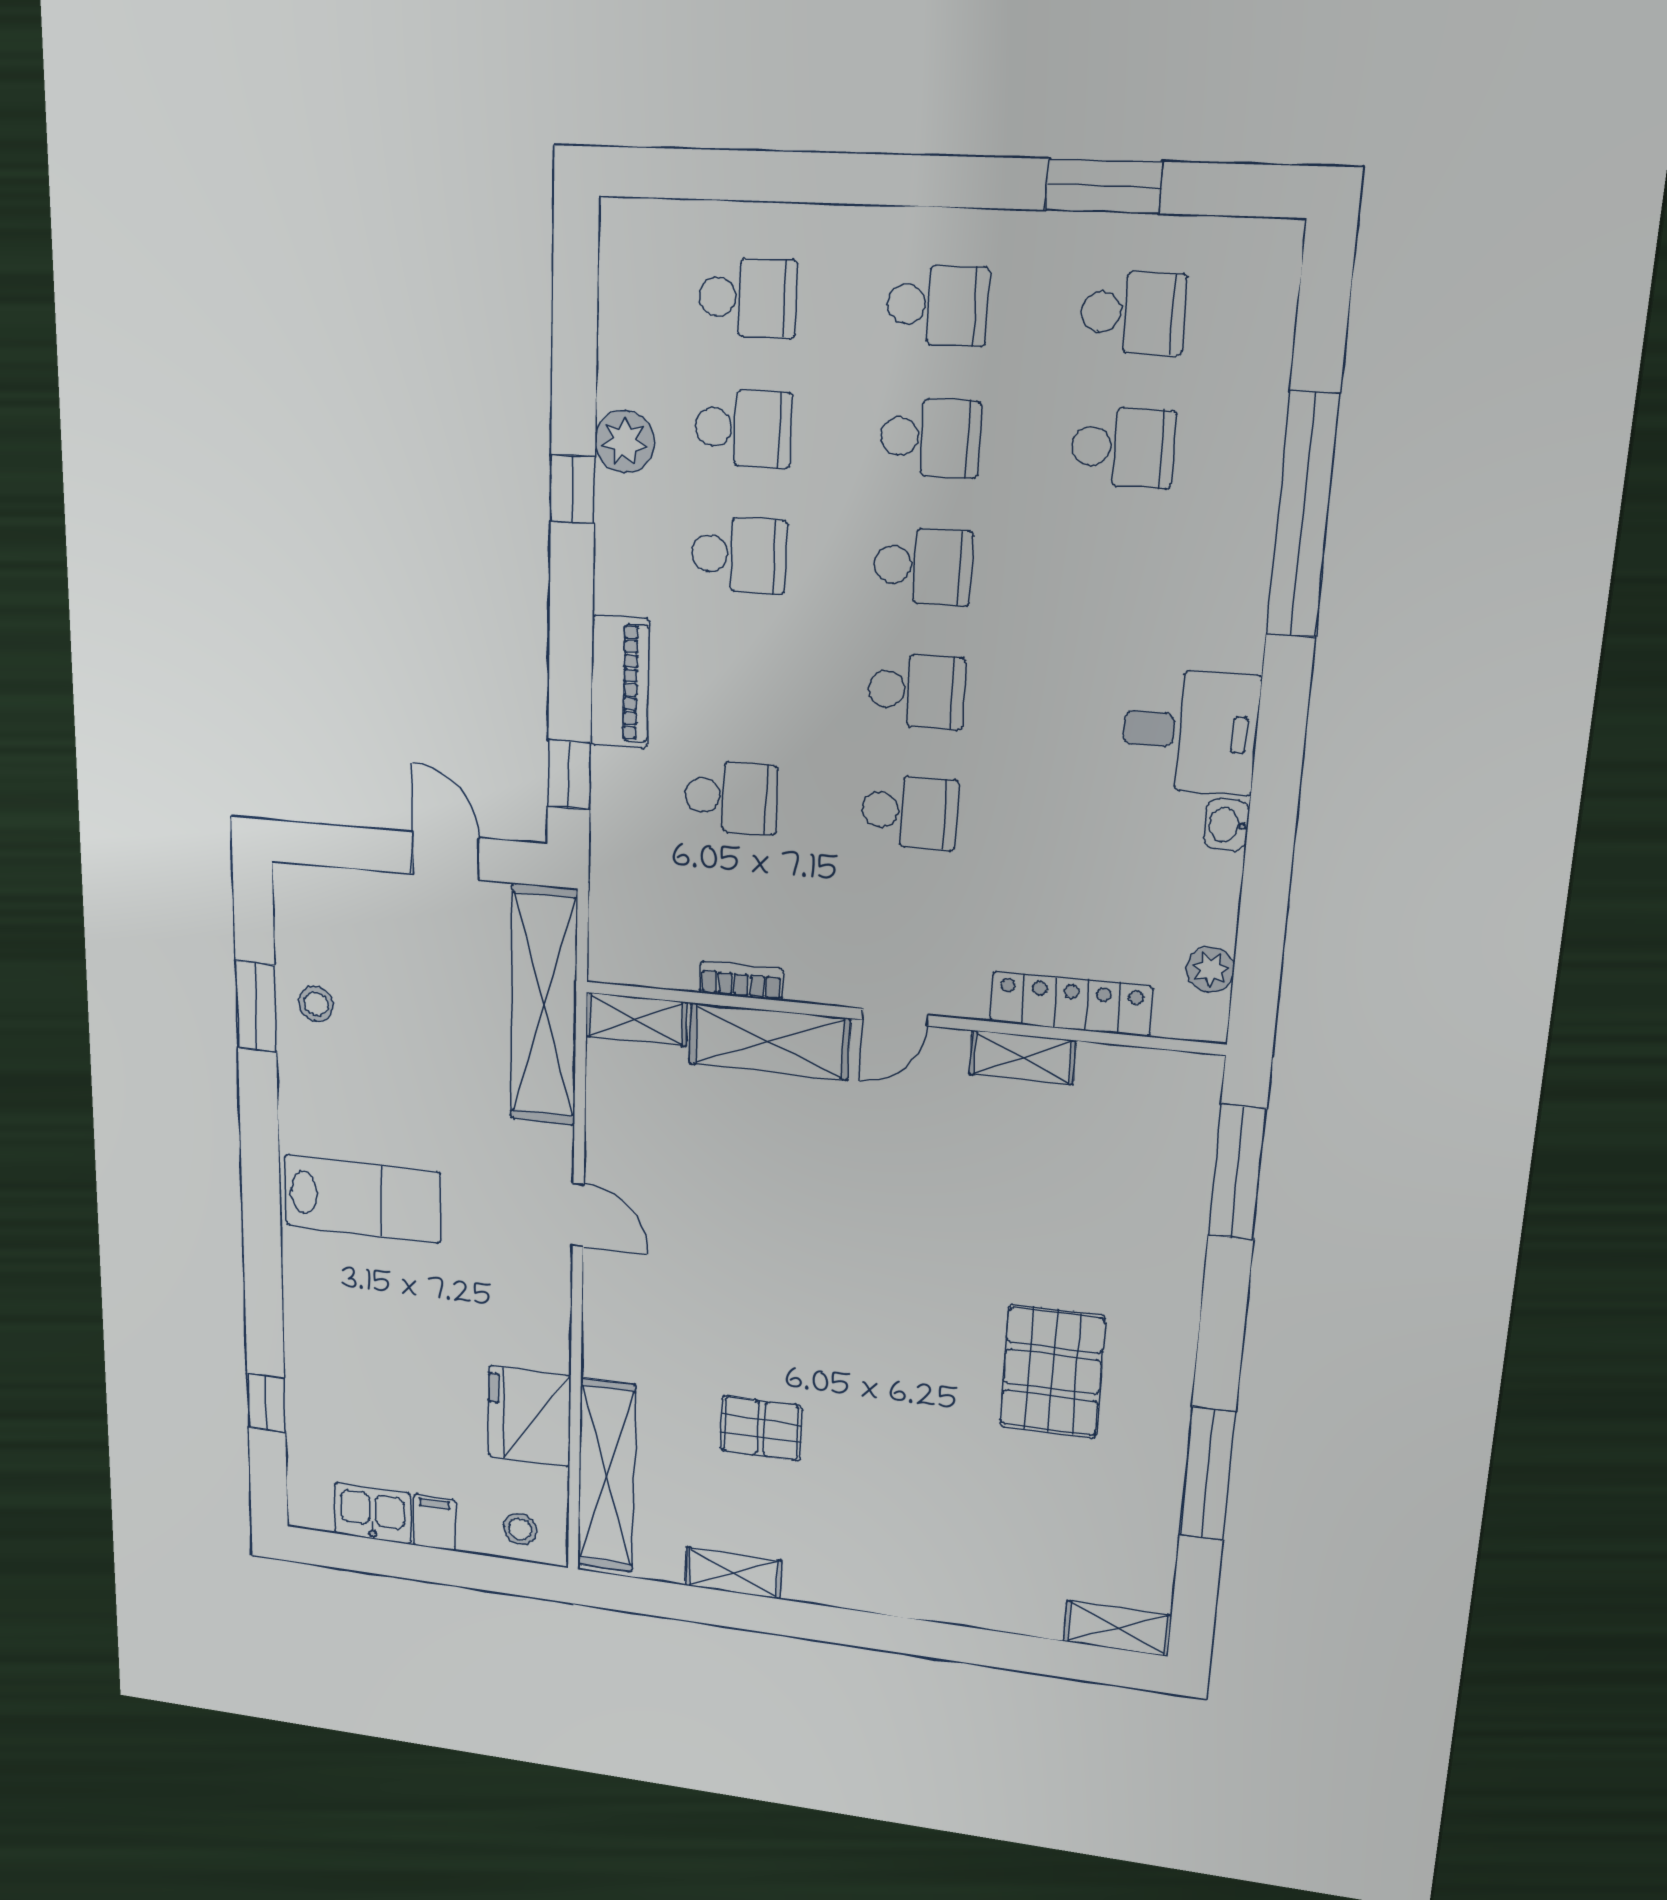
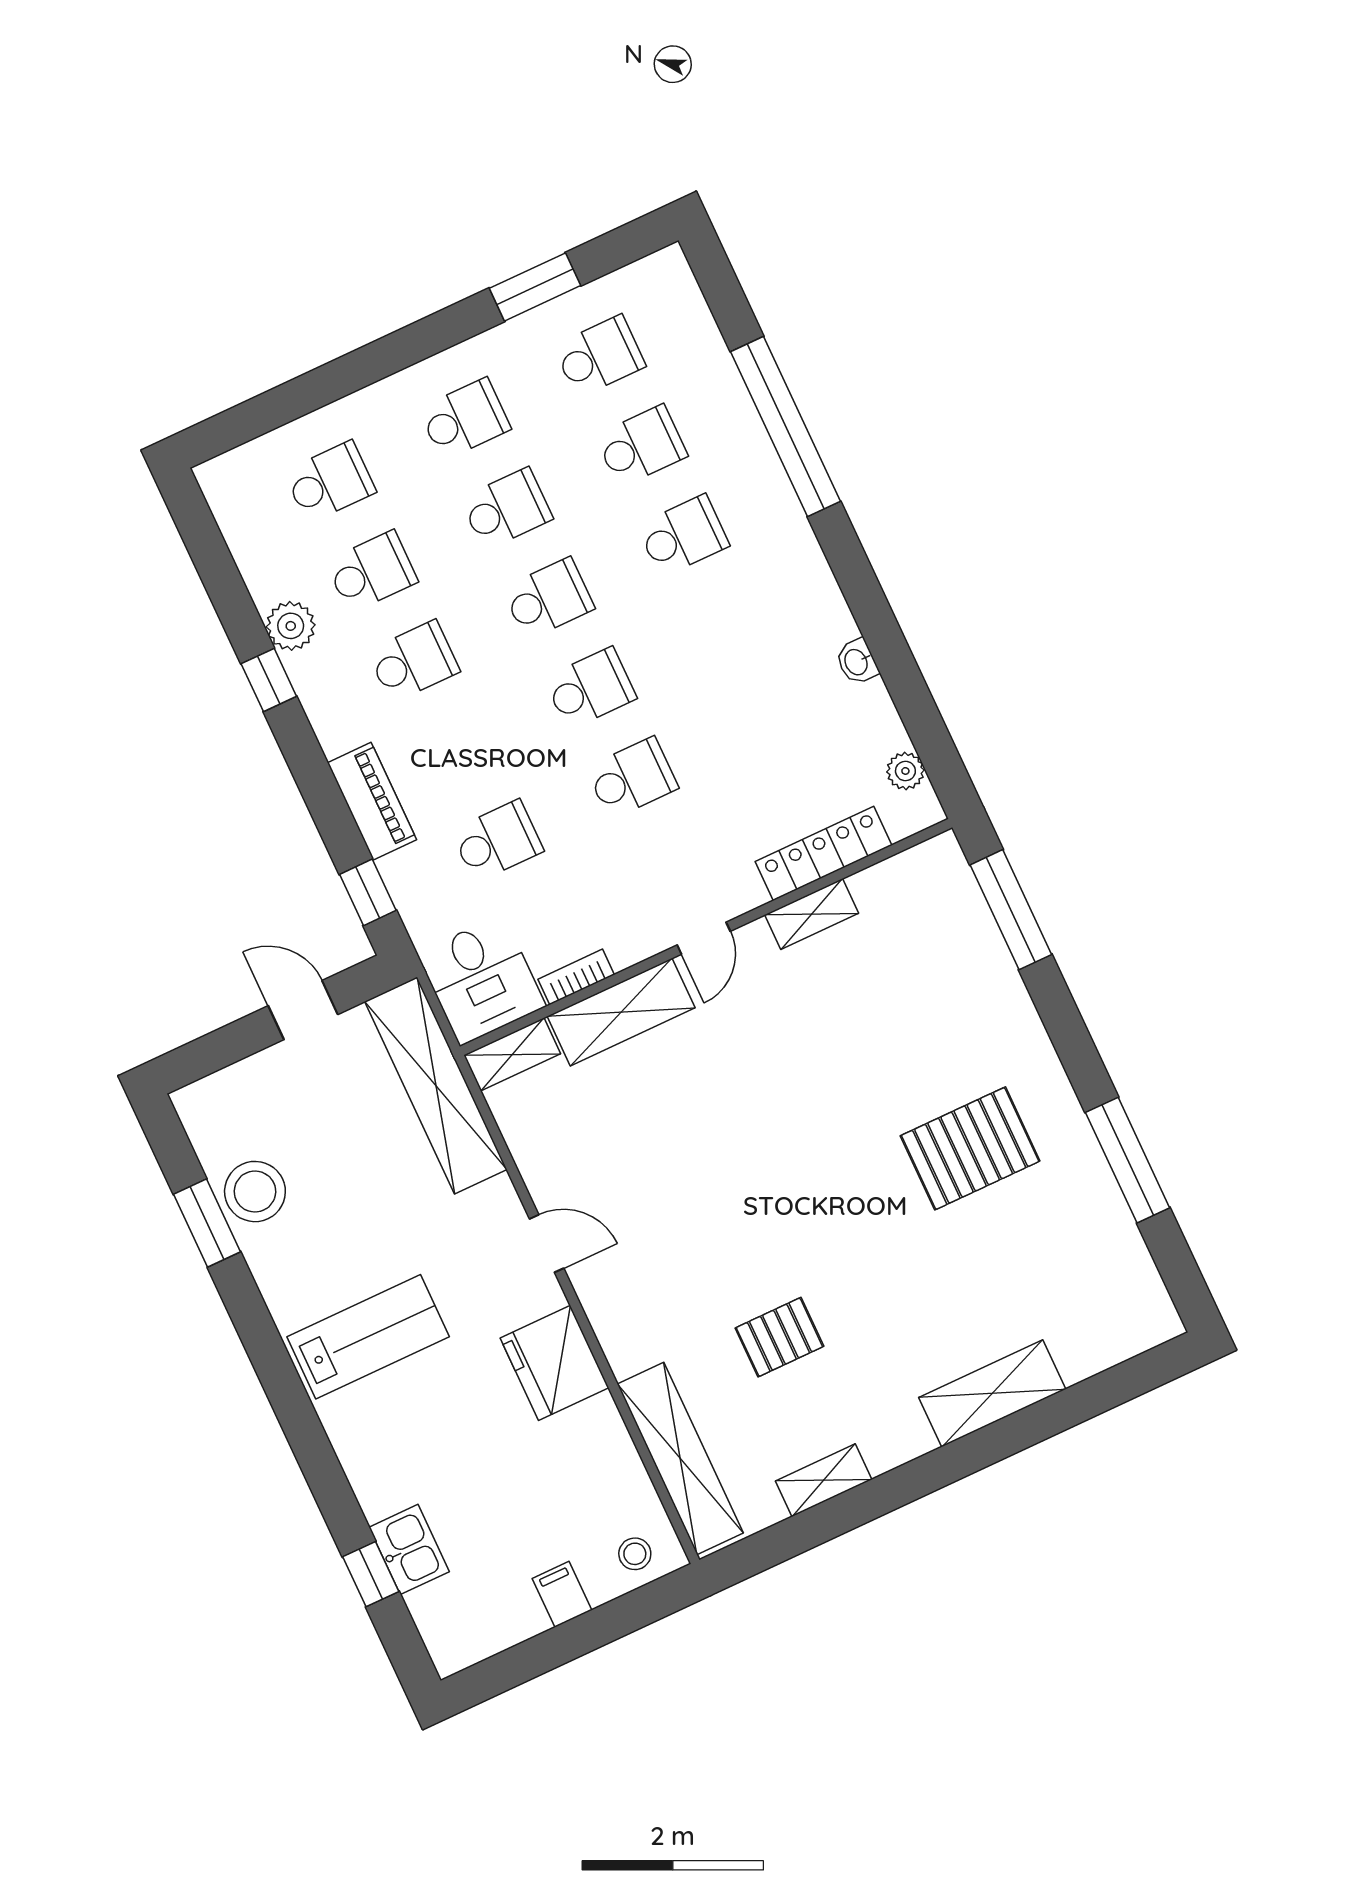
school desk: (1113, 578) -> (683, 536), added
desk: (1190, 732) -> (481, 980), moved, turned 90
stool: (316, 1004) -> (255, 1192), width x1.89, depth x1.89
pallet: (1052, 1372) -> (970, 1148), turned 90
fridge: (529, 1416) -> (554, 1363), moved
kitchen sink: (372, 1513) -> (409, 1549), moved, turned 90
shelving: (1118, 1629) -> (992, 1393), moved, width x1.50, depth x1.33

